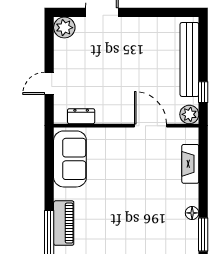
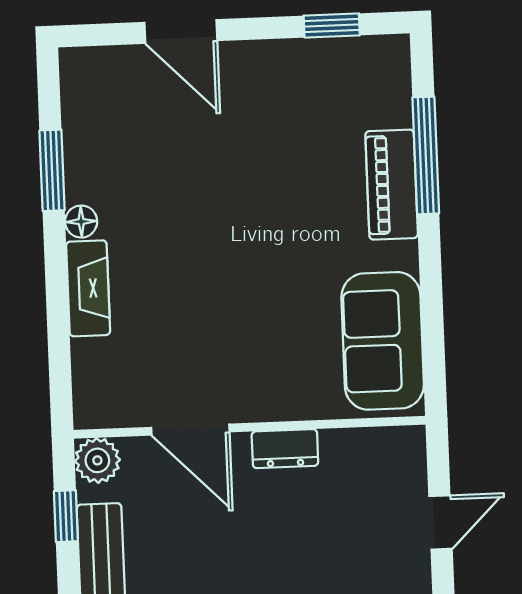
dresser: (81, 116) -> (285, 449), moved
fireplace: (190, 164) -> (88, 288), moved

